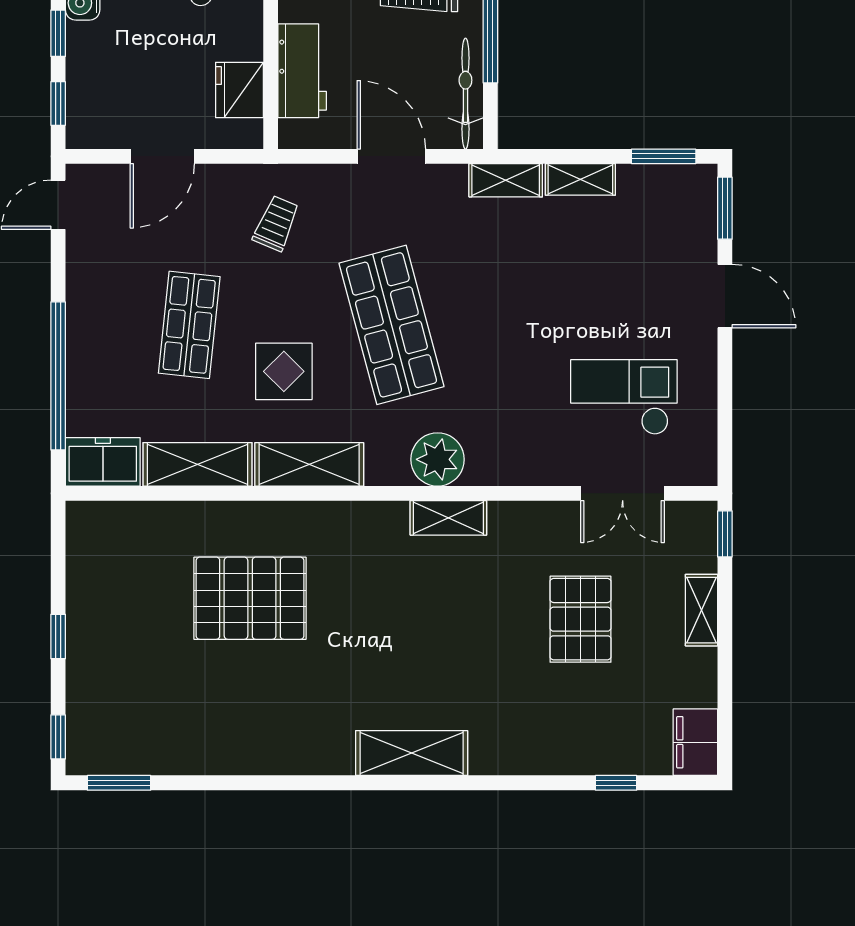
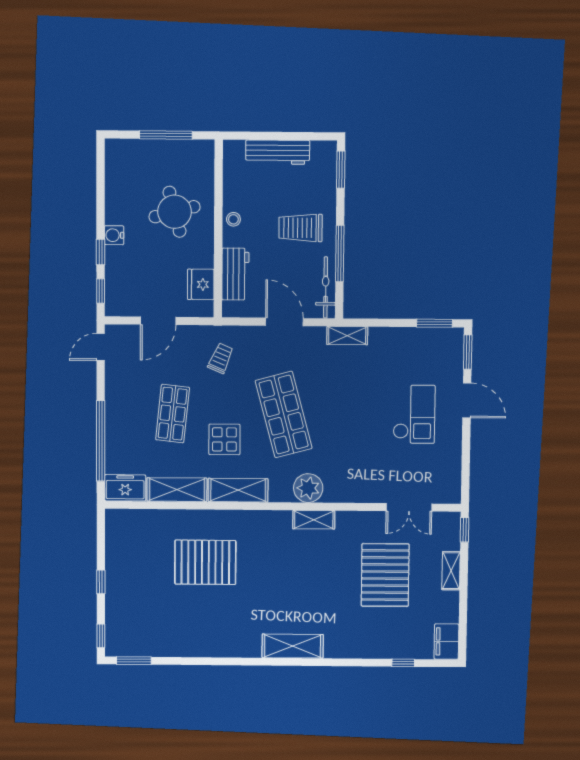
shelving: (580, 179) -> (388, 336), removed
checkout: (624, 397) -> (414, 414), moved, turned 90
pallet: (581, 619) -> (385, 575), width x1.37, depth x1.41

